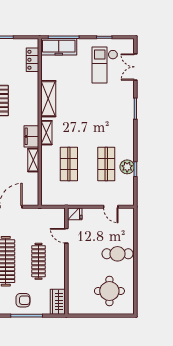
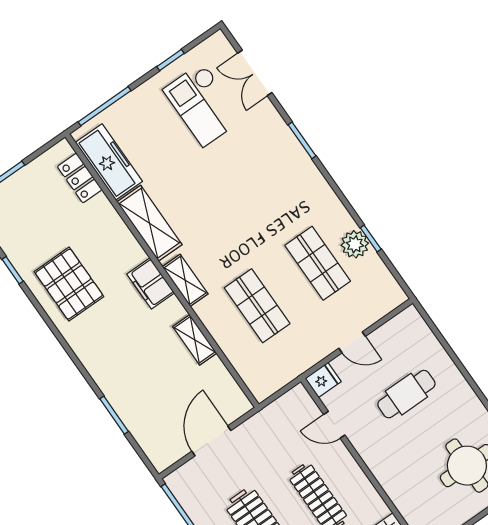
freezer: (59, 47) -> (109, 162), moved, turned -90
filing cabinet: (31, 136) -> (151, 283), moved
door: (111, 207) -> (352, 342), moved
cafe table: (118, 254) -> (406, 394), moved

